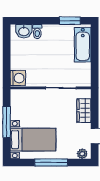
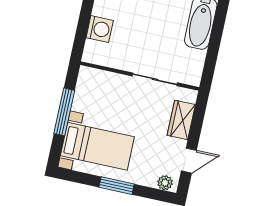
washing machine: (18, 78) -> (100, 29), moved
window: (51, 162) -> (117, 186), width x0.69

